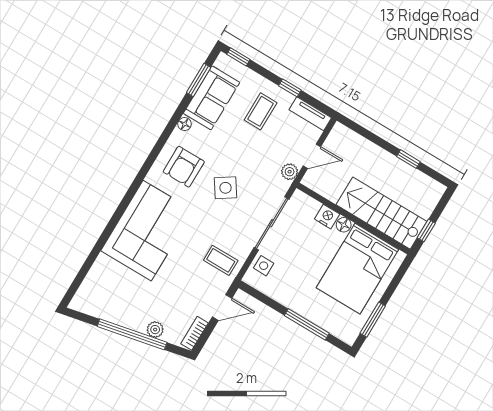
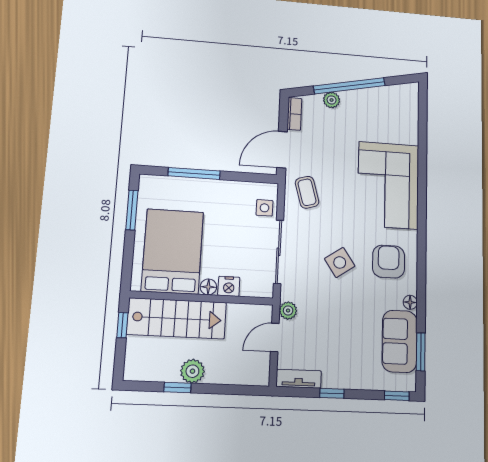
coffee table: (261, 111) -> (347, 354), removed
plant: (390, 165) -> (192, 371), added
coffee table: (221, 260) -> (307, 192), turned 74
door: (222, 307) -> (282, 150), width x1.38

